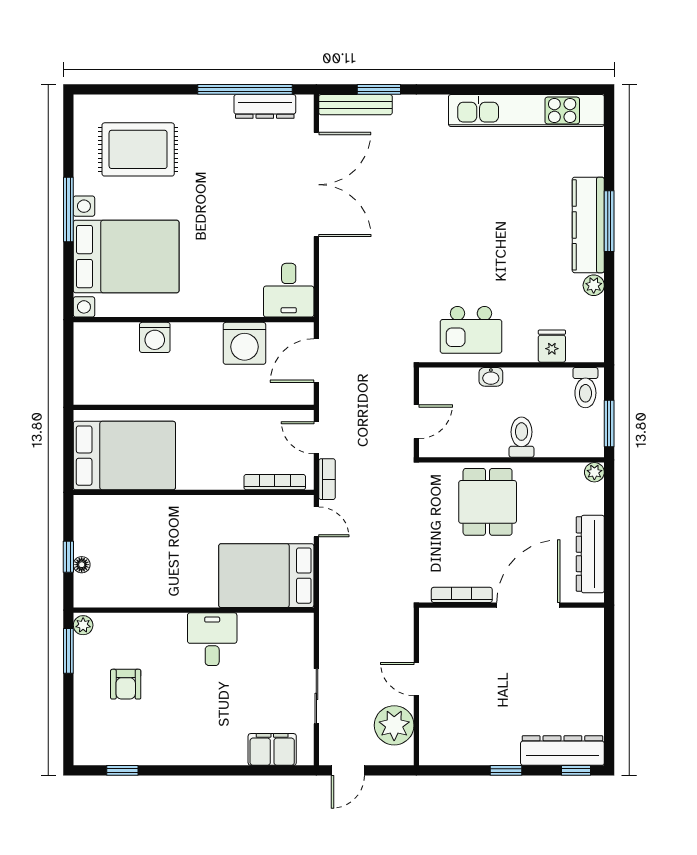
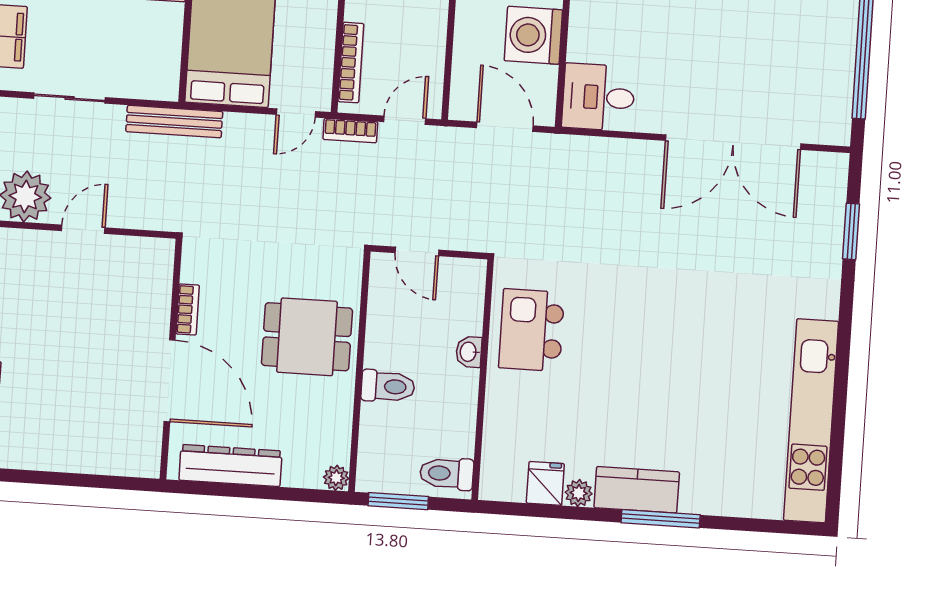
bench: (355, 105) -> (174, 122), moved, turned 90
dresser: (265, 106) -> (839, 82), removed
kitchen counter: (588, 225) -> (637, 490), width x0.67
fridge: (552, 346) -> (545, 483), moved, turned -90
bookcase: (462, 595) -> (188, 309), width x0.64

